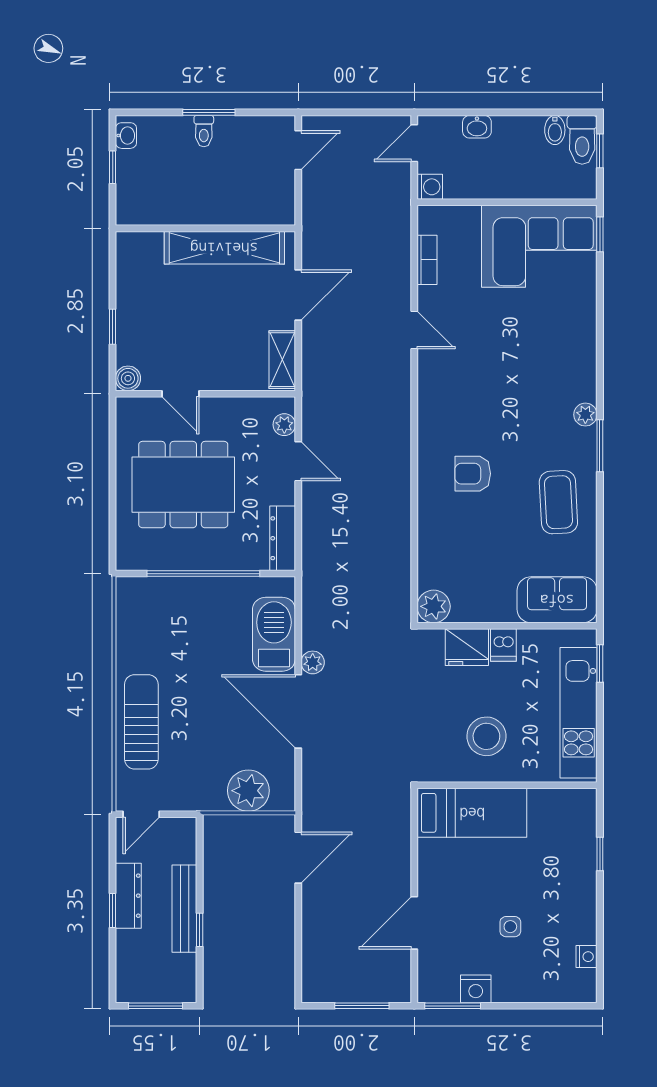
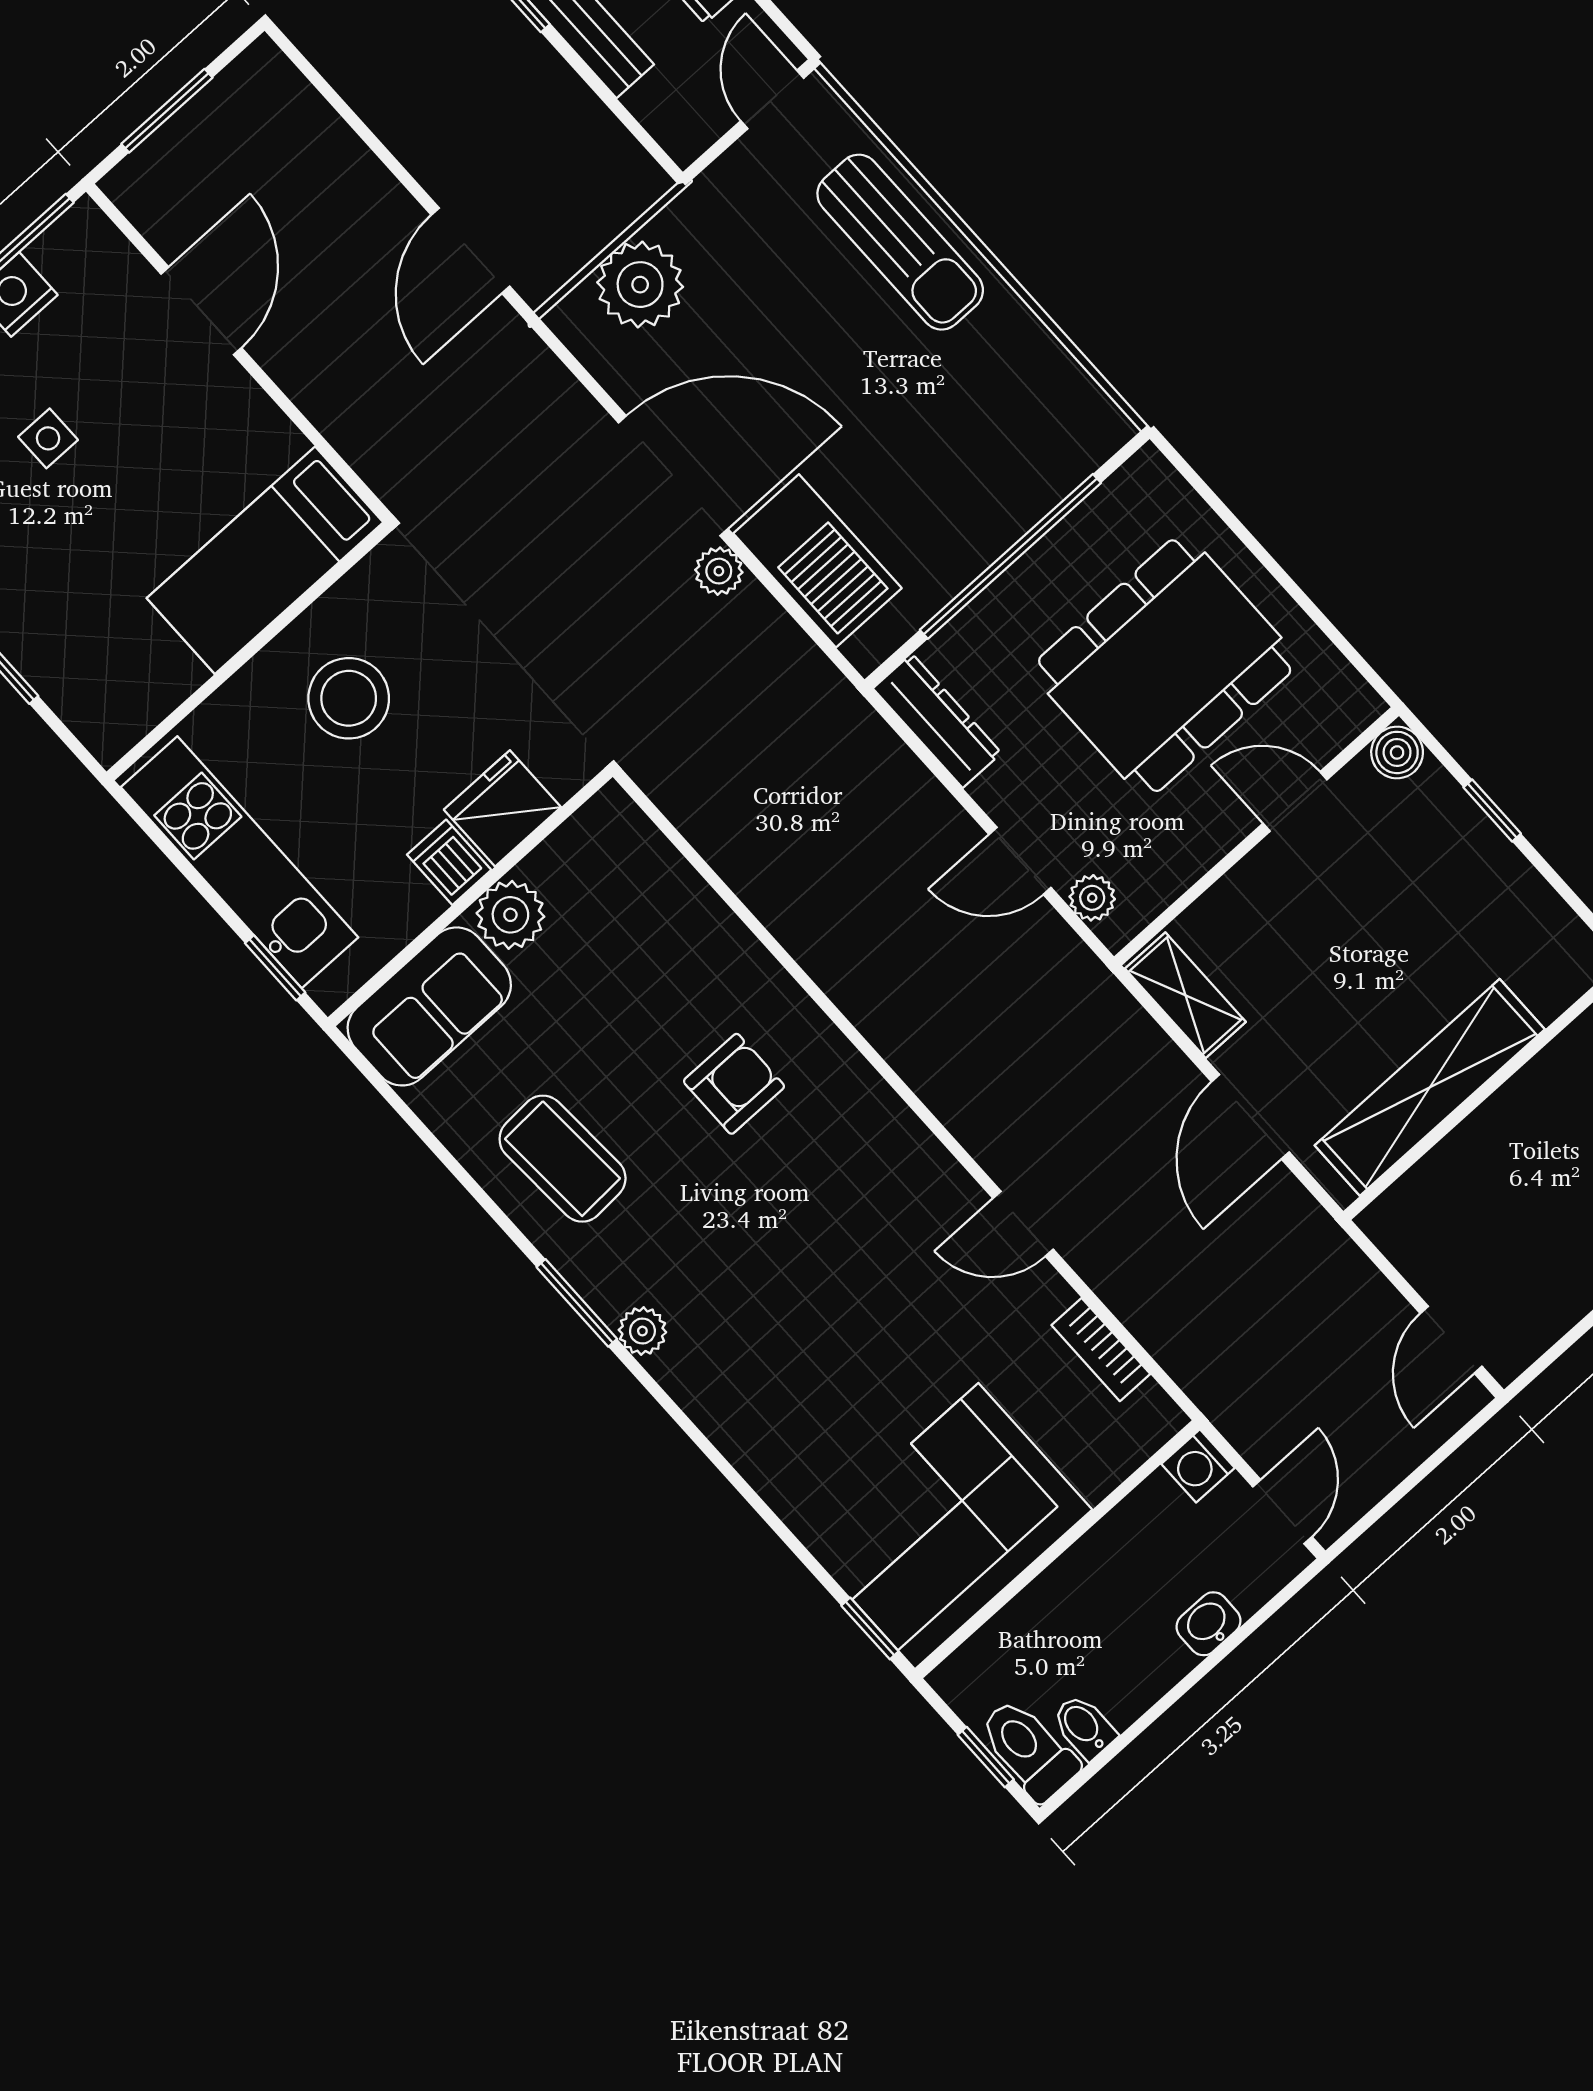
plant: (434, 606) -> (510, 915), moved

